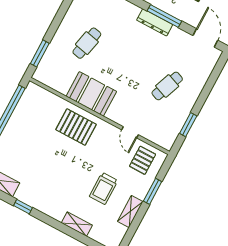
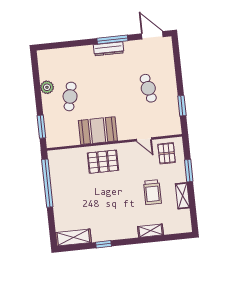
plant: (71, 19) -> (47, 87), added
cafe table: (167, 86) -> (148, 88), turned -33

